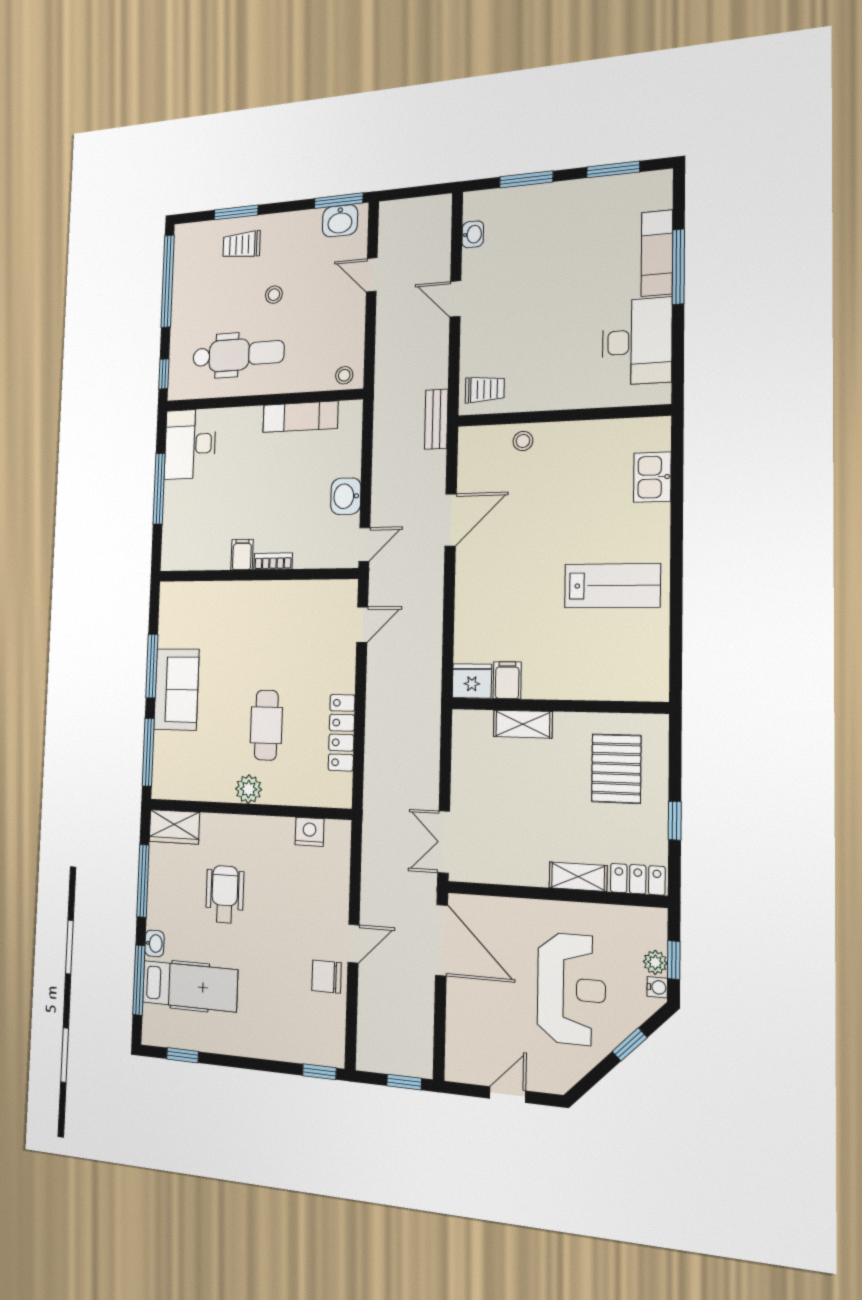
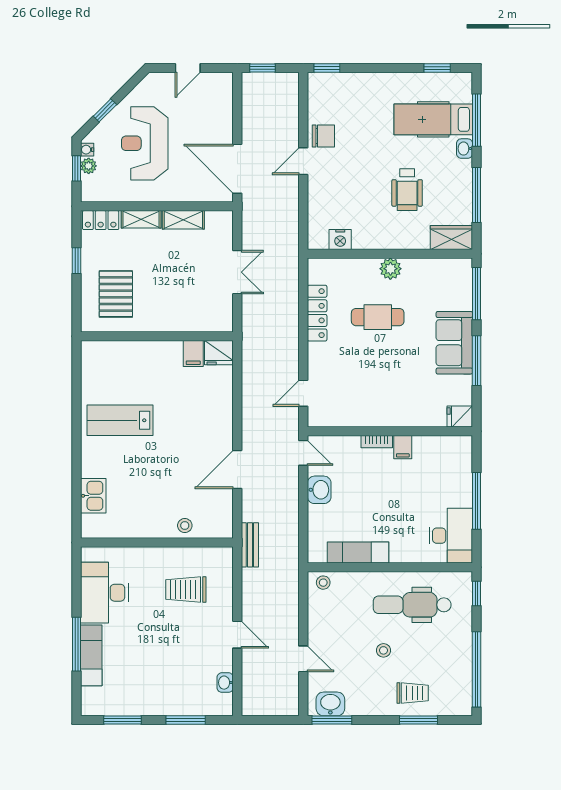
trolley: (485, 389) -> (186, 590), moved, width x1.36, depth x1.39
door: (364, 545) -> (303, 453), swing flipped
fridge: (174, 595) -> (460, 416), added
shelving: (523, 724) -> (183, 220), moved
cafe table: (266, 725) -> (378, 317), turned 90
double door: (444, 842) -> (237, 272), moved

